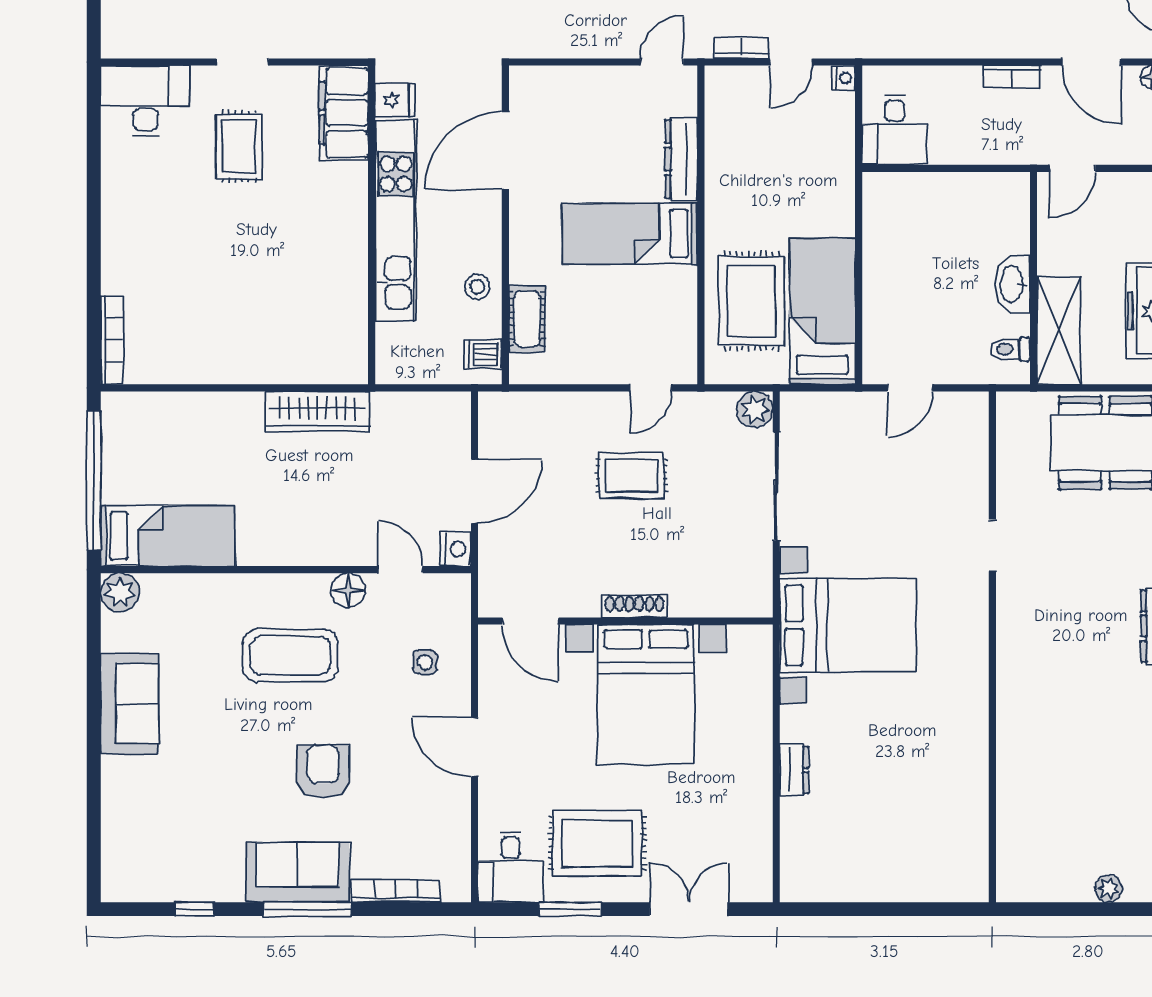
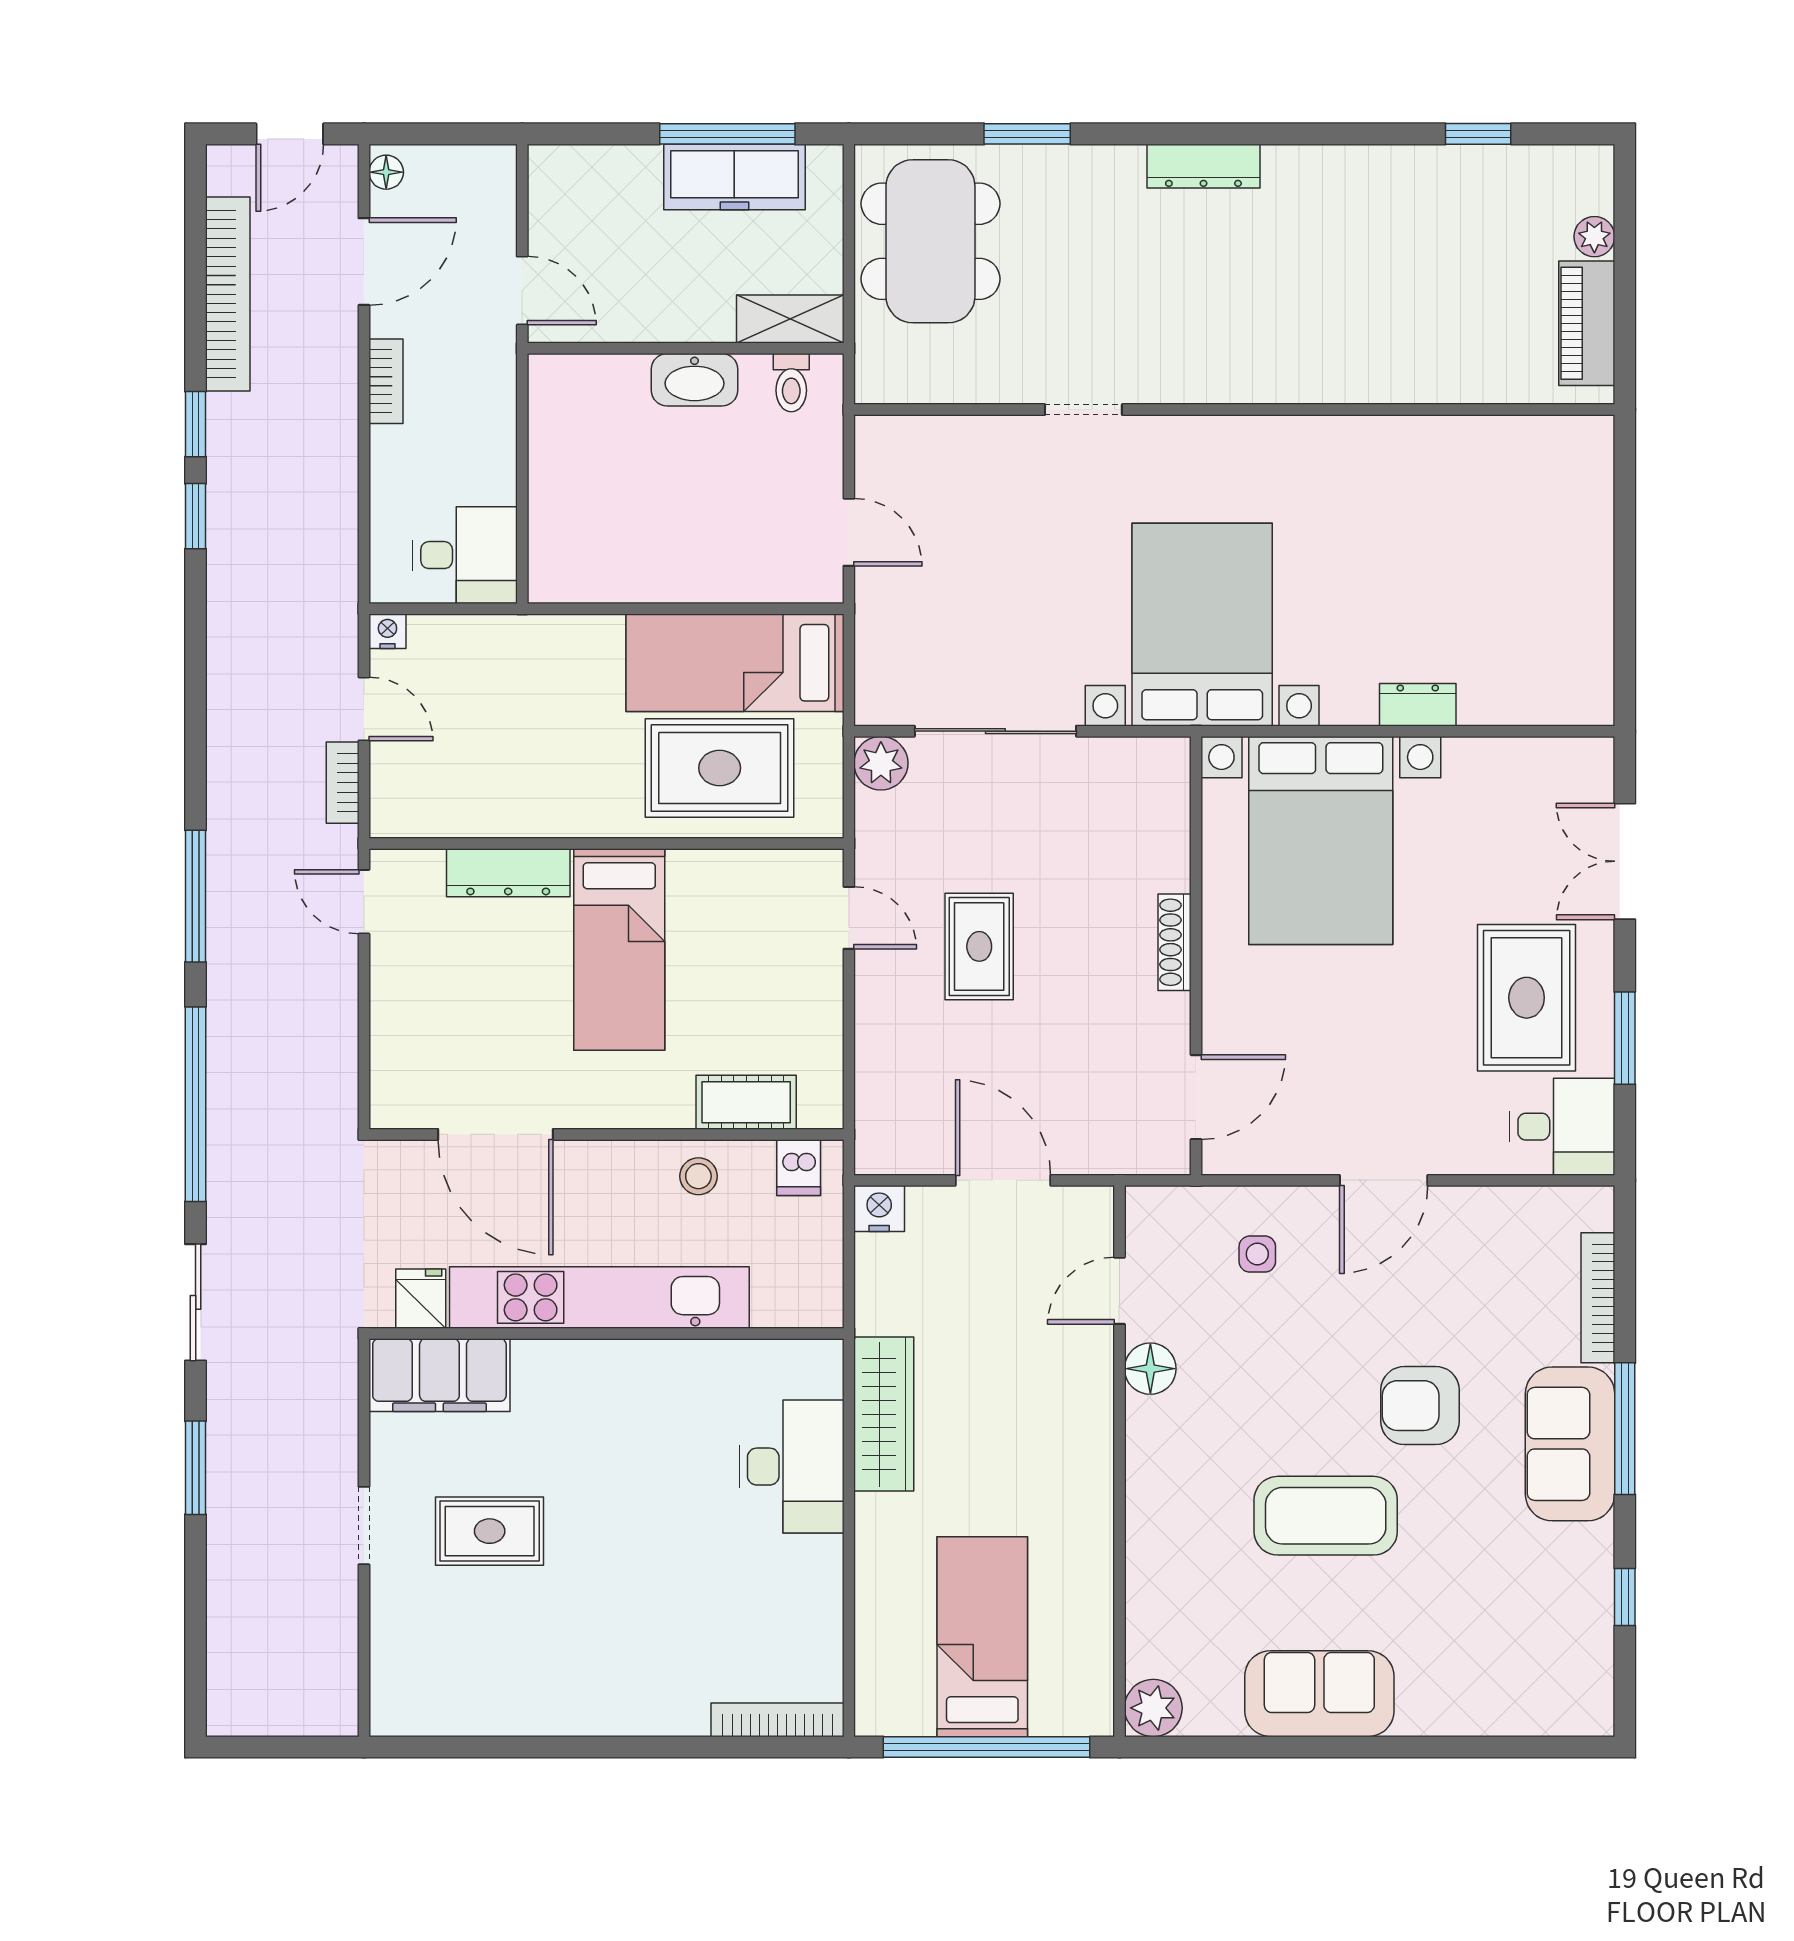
desk: (145, 101) -> (791, 1467), moved, turned 180
shelving: (1059, 330) -> (790, 319), width x0.67, depth x0.75
bed: (168, 536) -> (982, 1637), moved
nightstand: (456, 549) -> (879, 1209), moved
coffee table: (290, 656) -> (1326, 1516), moved, turned 90
bed with nightstands: (646, 694) -> (1321, 840), moved, turned 90
piano: (1050, 884) -> (1587, 323), added

